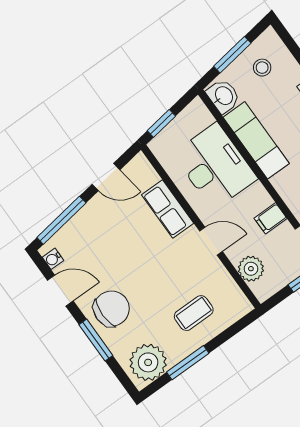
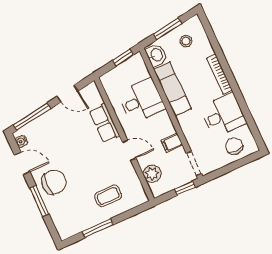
window: (161, 123) -> (123, 58), moved
desk: (215, 166) -> (142, 101), width x0.73
plant: (148, 362) -> (71, 223), removed

